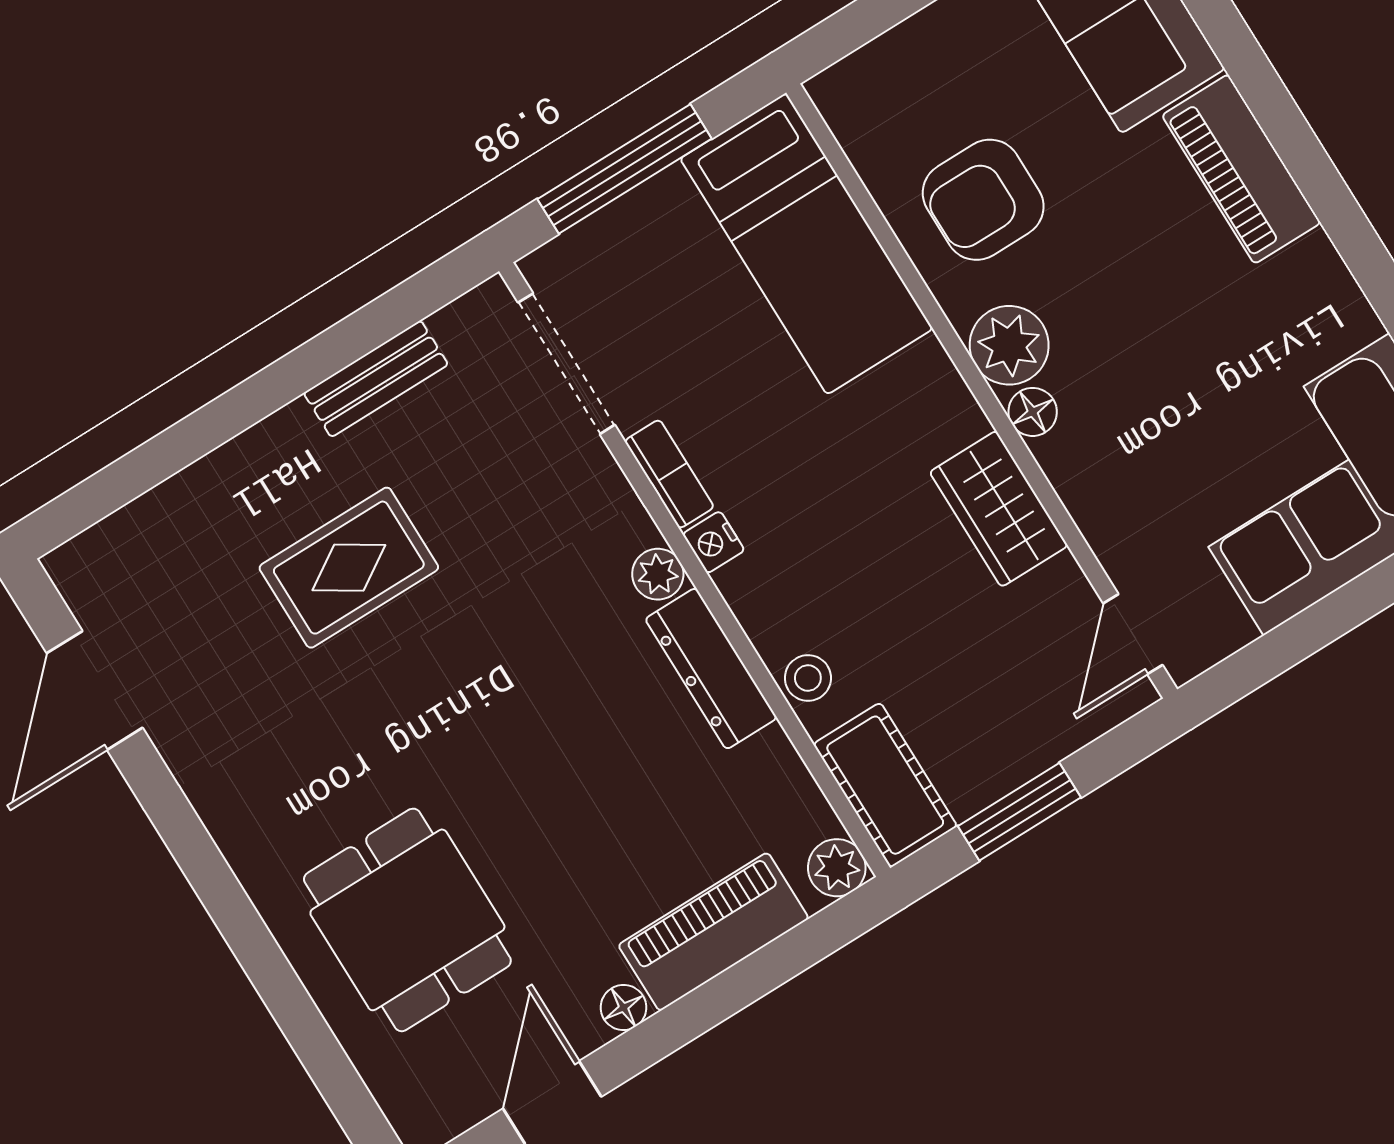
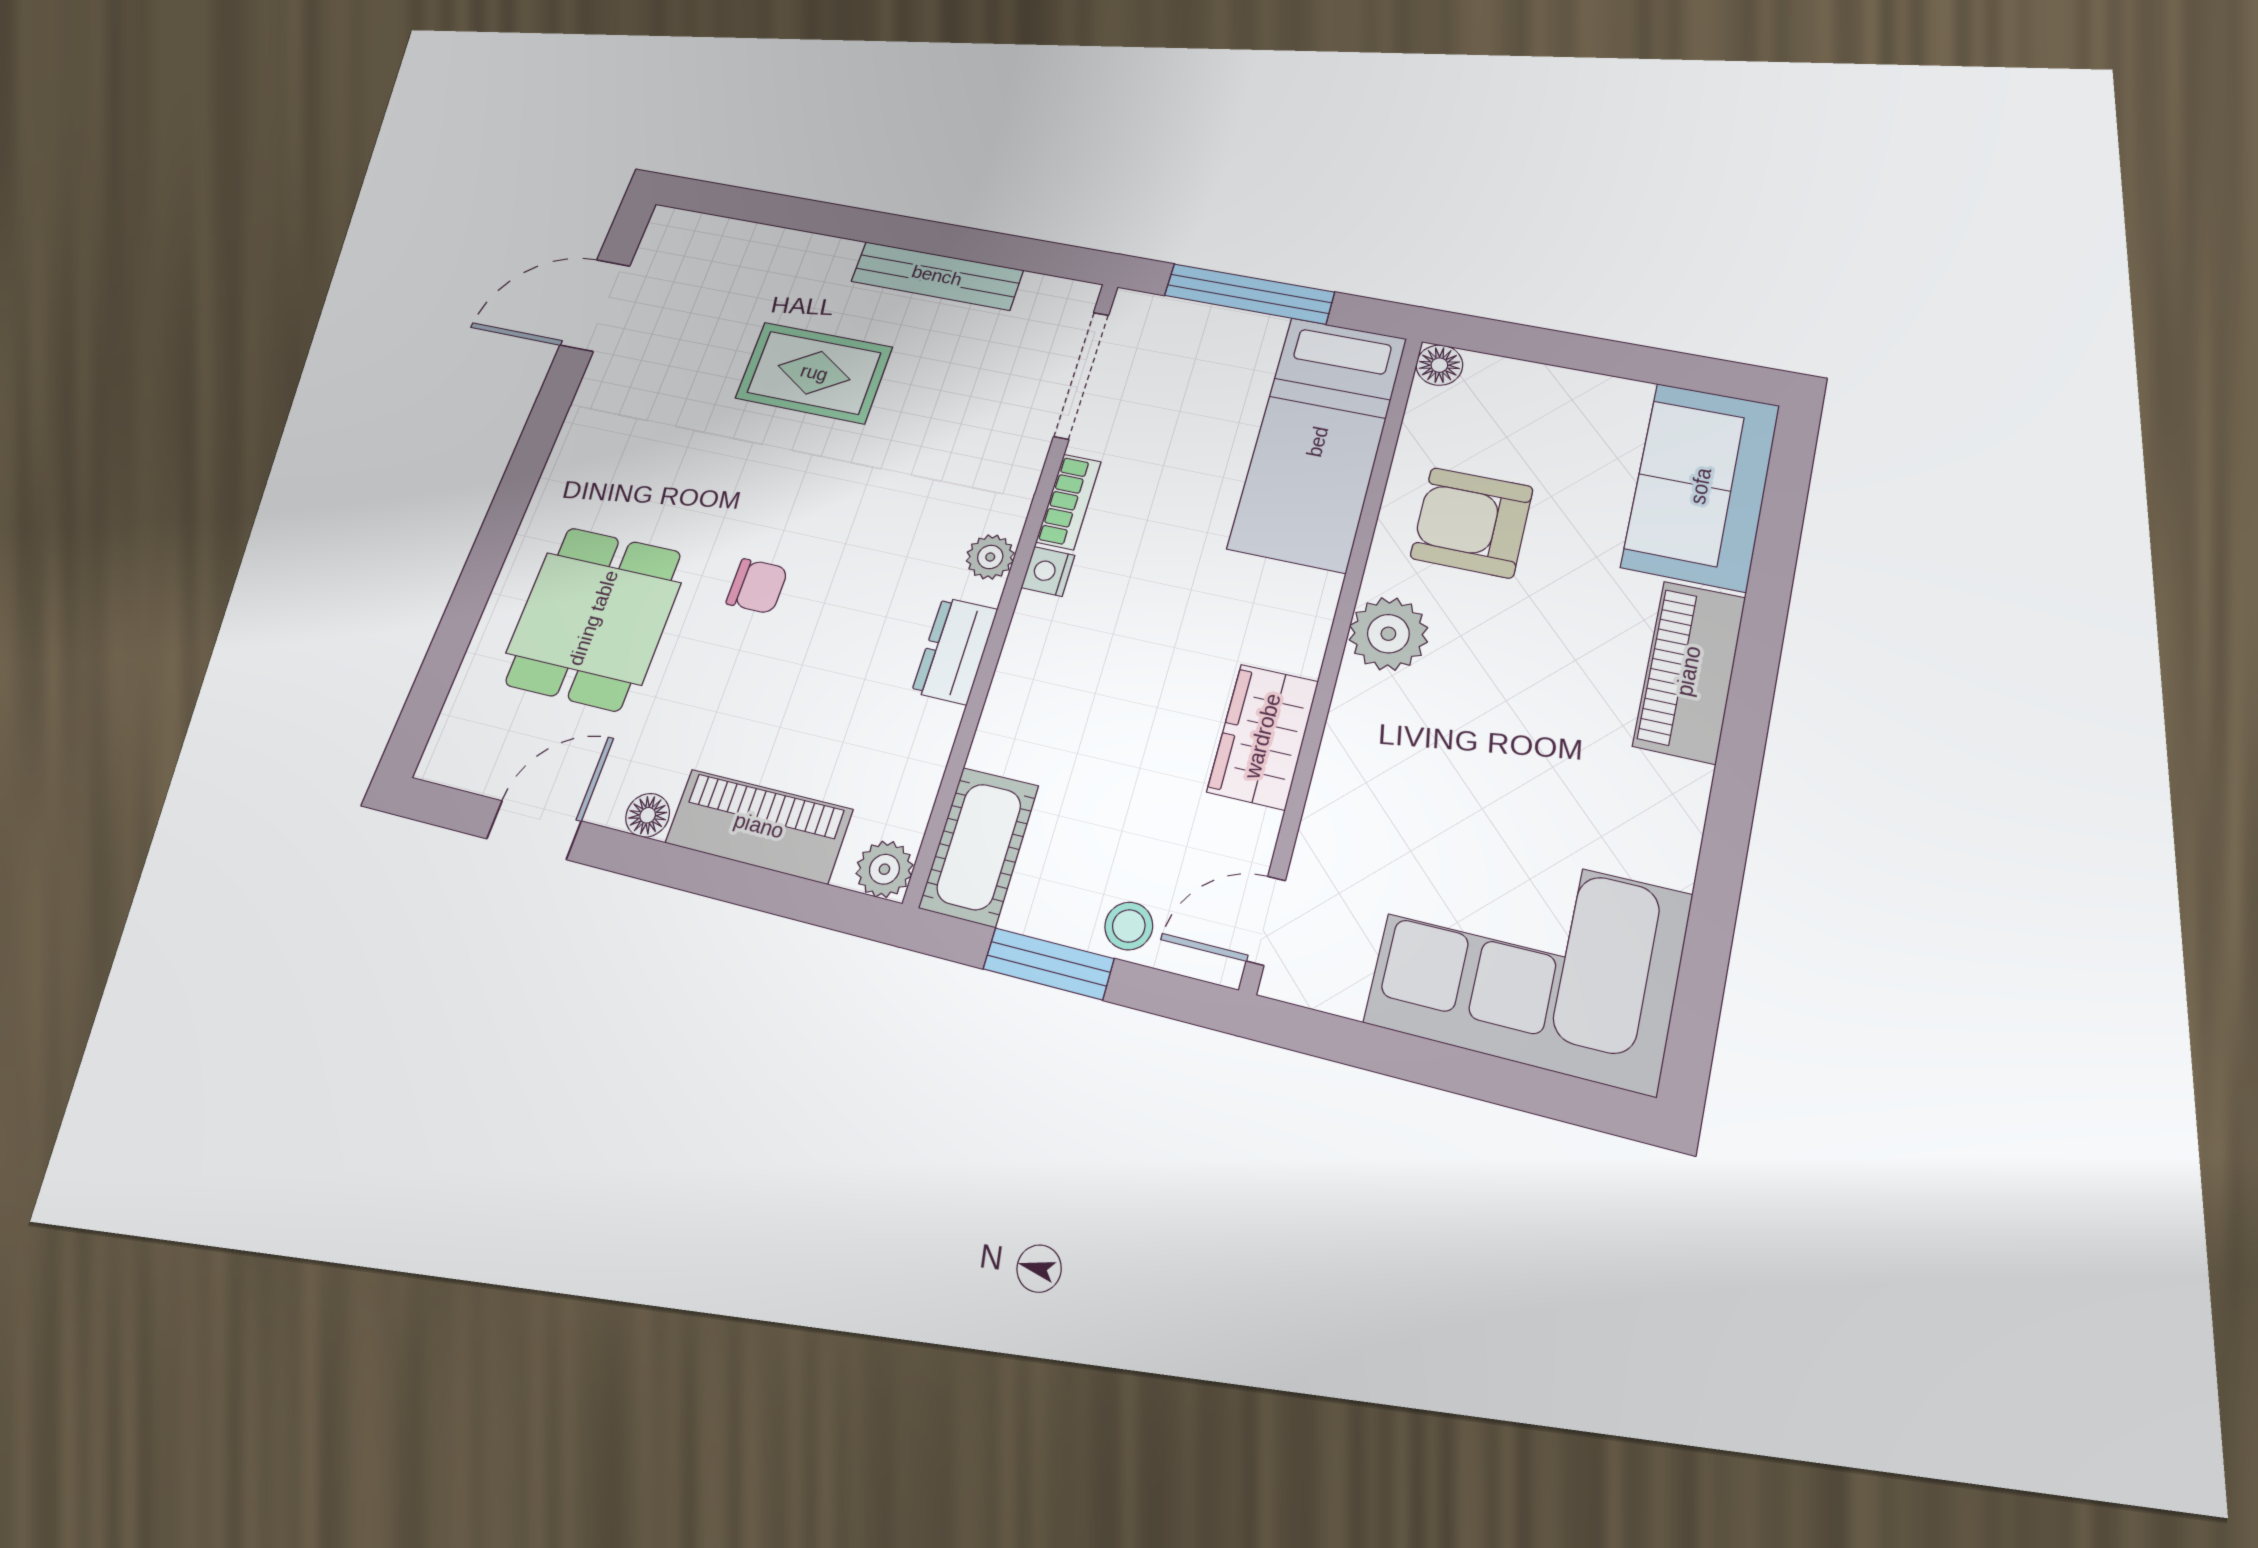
bench: (376, 379) -> (937, 276), width x1.36
floor lamp: (1033, 412) -> (1439, 365), moved
dresser: (711, 669) -> (955, 651), width x0.70
stool: (808, 678) -> (1129, 926), moved
chair: (505, 771) -> (757, 586), added

